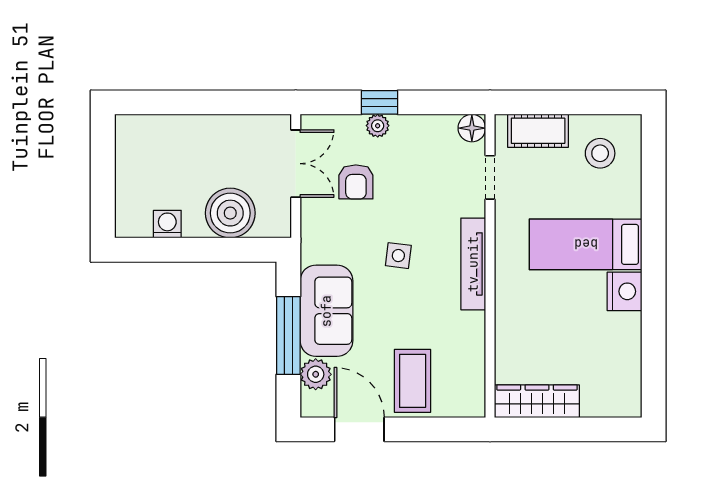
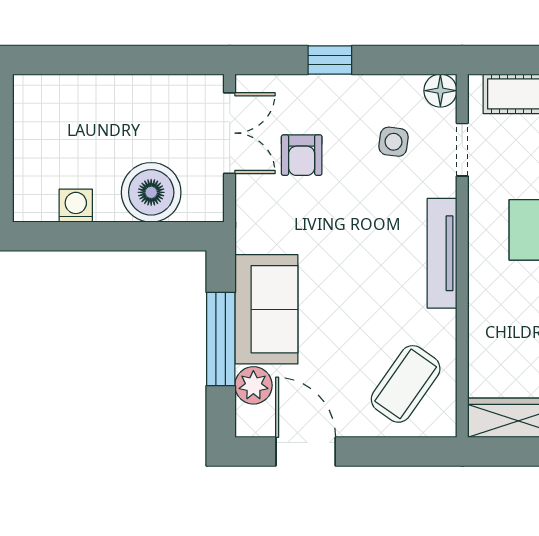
plant: (378, 126) -> (328, 88), removed
side table: (398, 256) -> (393, 142), moved
coffee table: (413, 381) -> (406, 384), moved, turned 35

